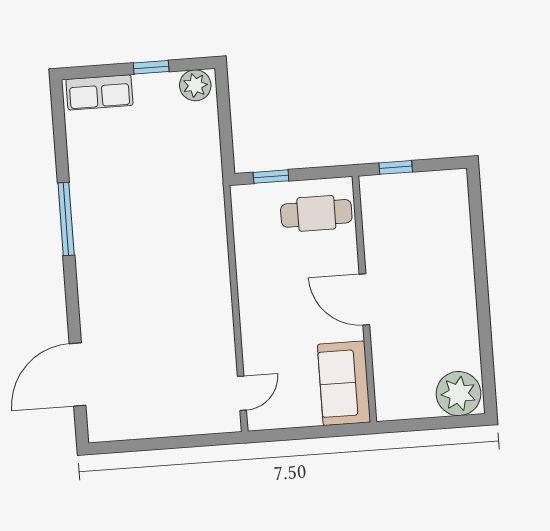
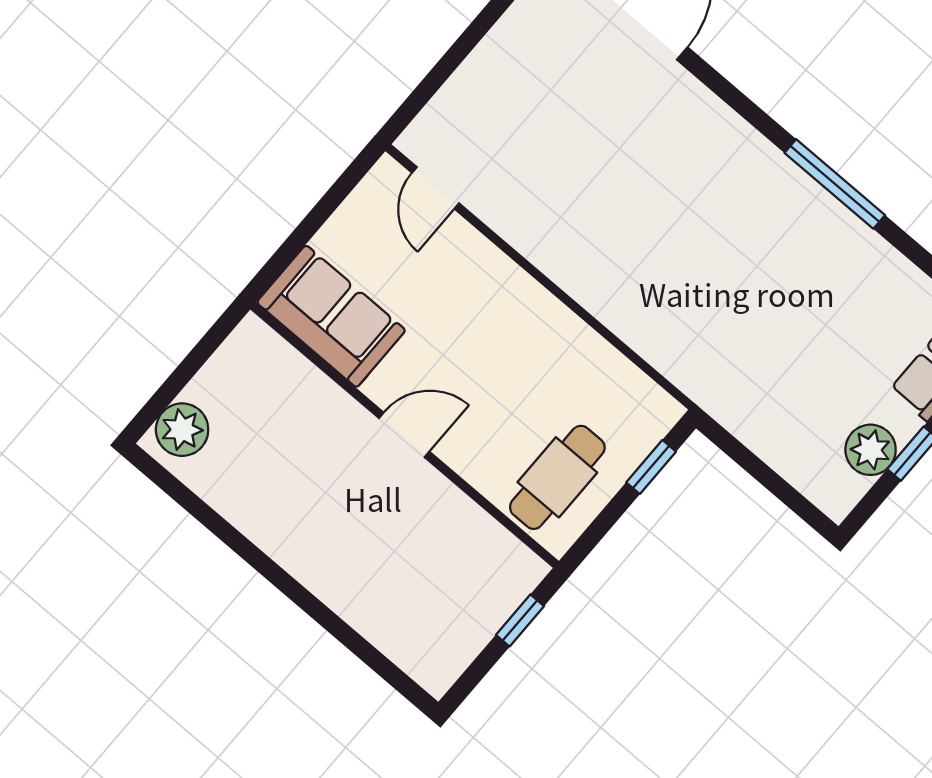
plant: (195, 85) -> (871, 450), moved
door: (364, 299) -> (404, 435), width x0.73
plant: (459, 394) -> (182, 430), width x0.73, depth x0.73

